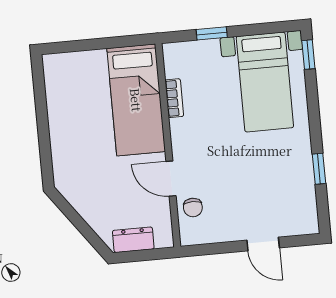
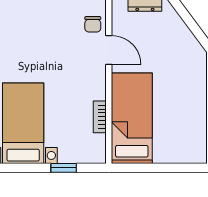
chair: (193, 207) -> (93, 24), turned 180

